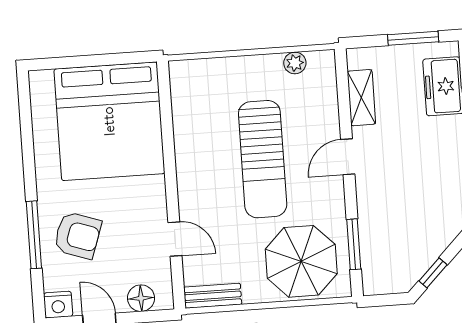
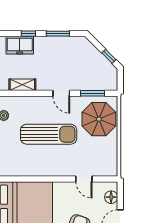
door: (348, 157) -> (61, 93), moved
door: (175, 239) -> (84, 179), swing flipped
bench: (213, 296) -> (112, 163), removed

